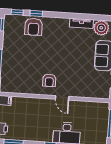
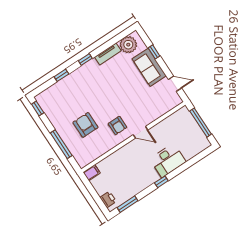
window: (17, 12) -> (85, 60), moved
armchair: (34, 27) -> (85, 125), moved, turned 180

